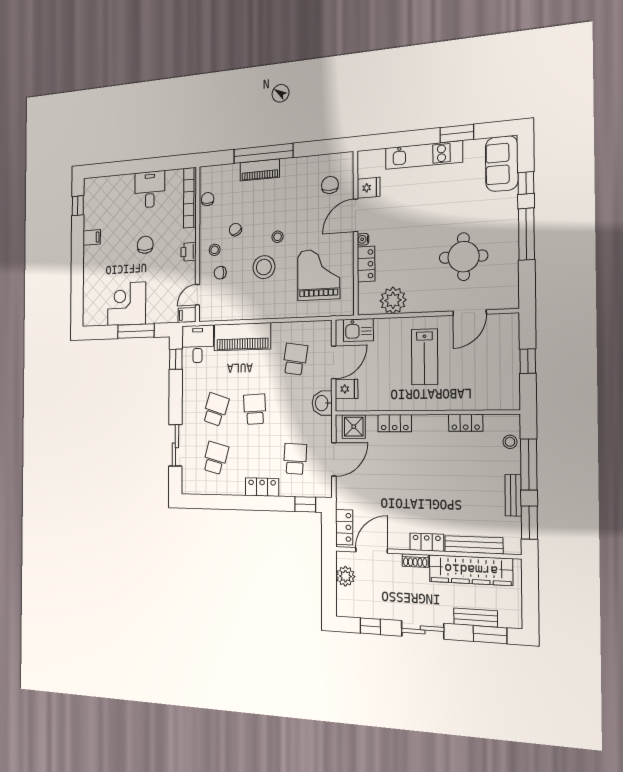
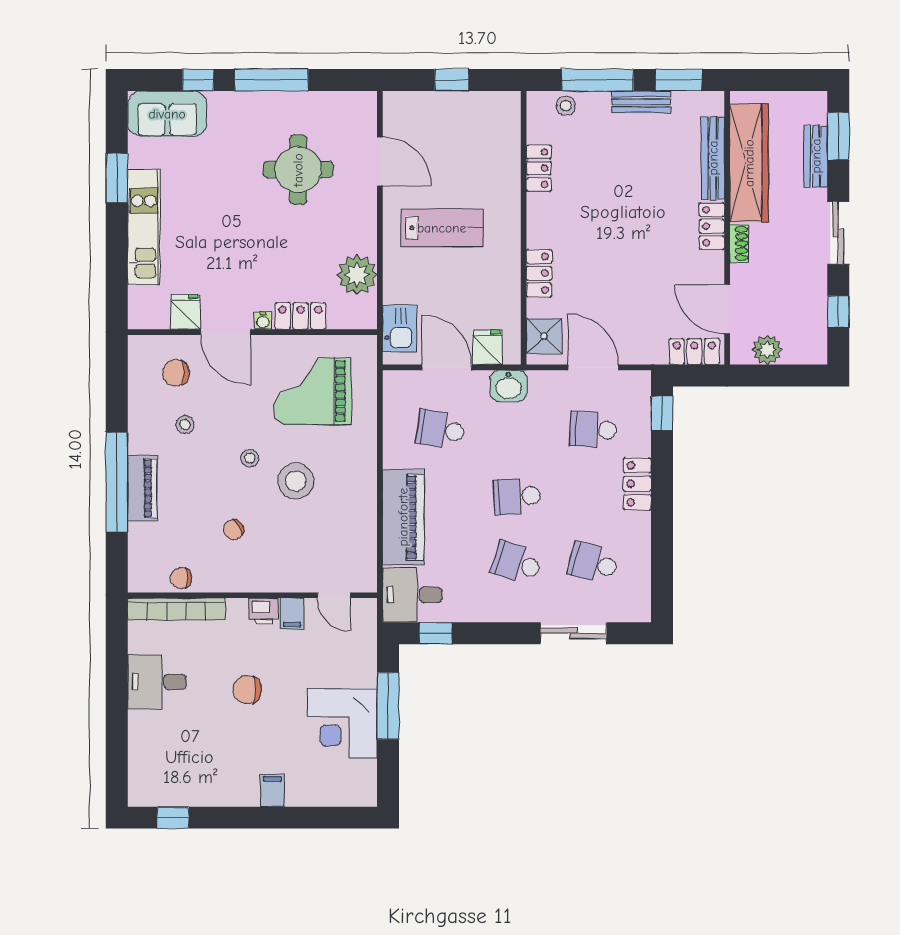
filing cabinet: (92, 237) -> (272, 790), moved
stool: (215, 250) -> (185, 425), moved
chair: (220, 273) -> (301, 556), removed
filing cabinet: (187, 315) -> (292, 614), moved

